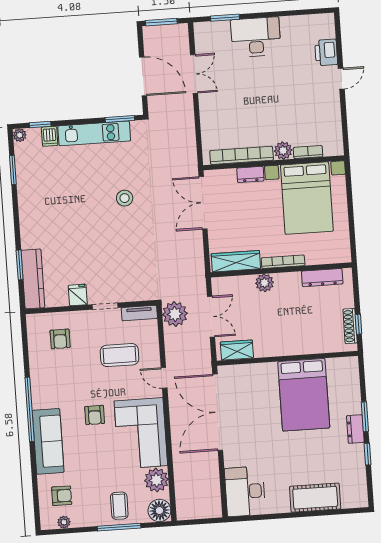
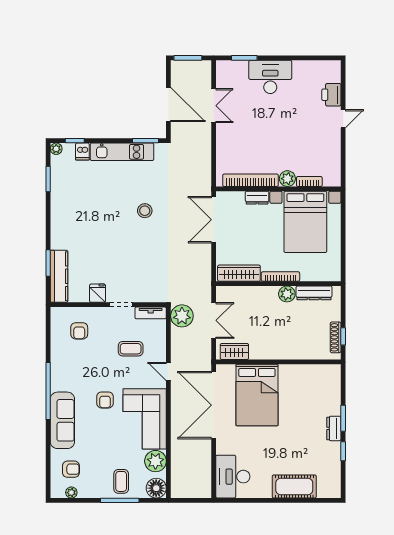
plant: (265, 283) -> (287, 294), moved
coffee table: (119, 355) -> (131, 349), width x0.73, depth x0.77
bed: (304, 395) -> (257, 395), moved

